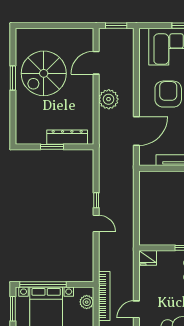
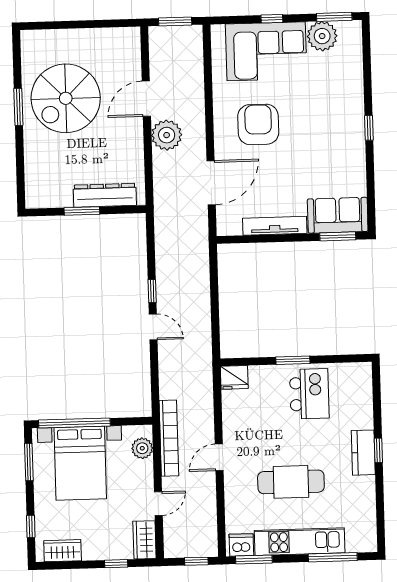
door: (96, 63) -> (146, 99), moved

